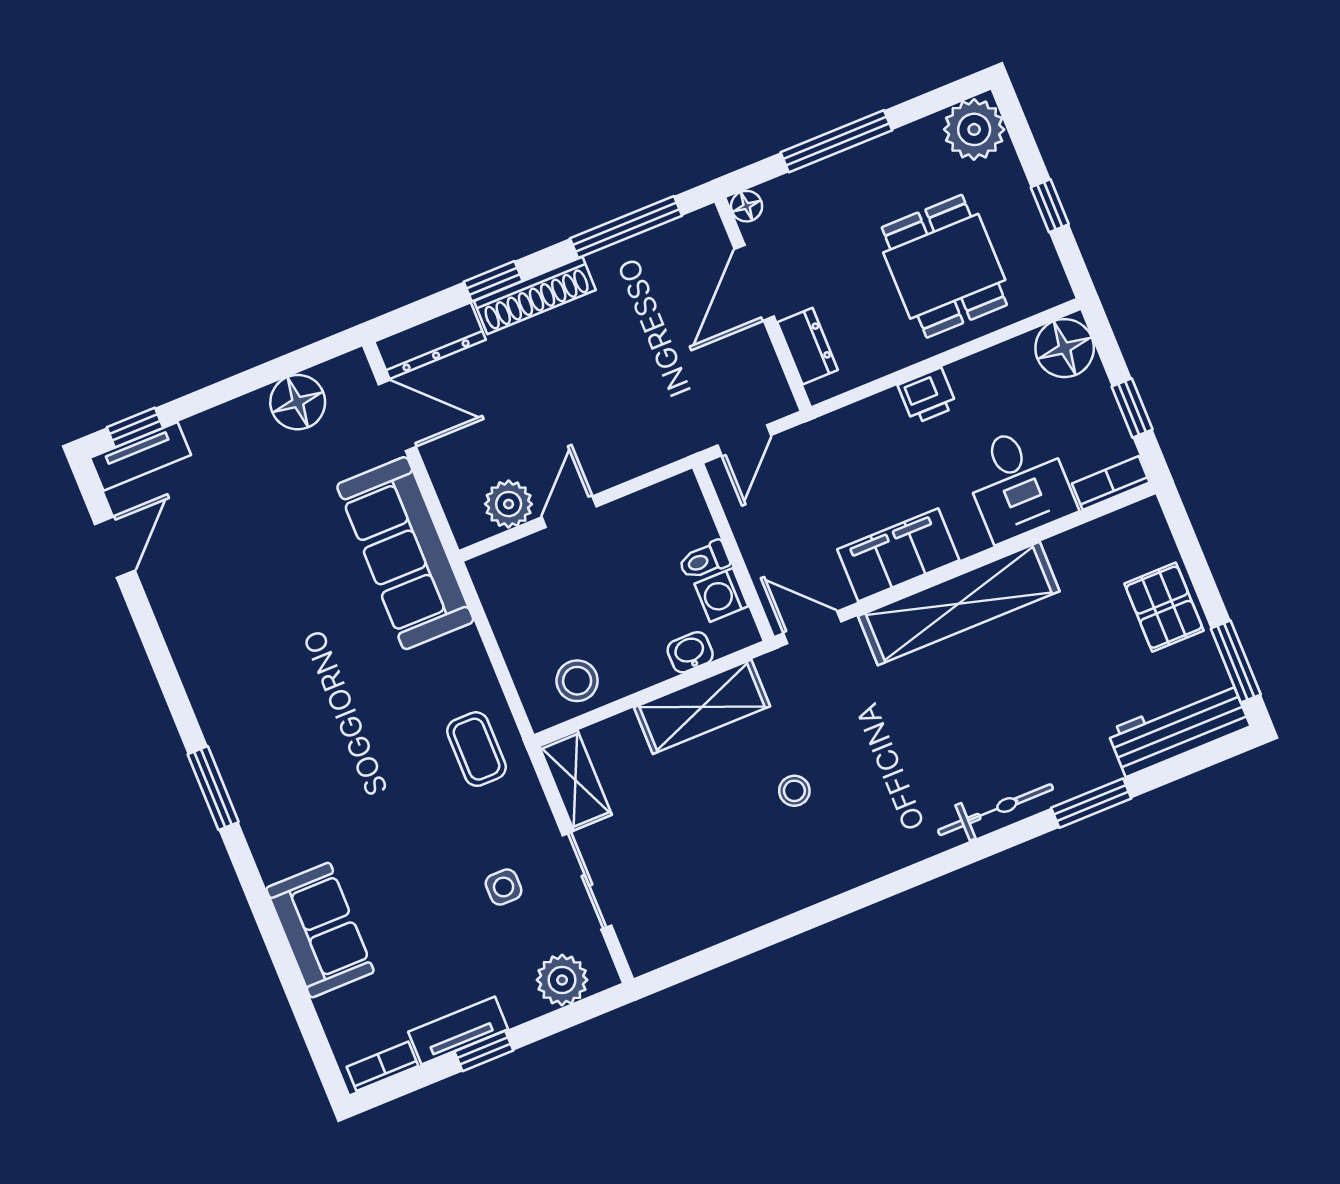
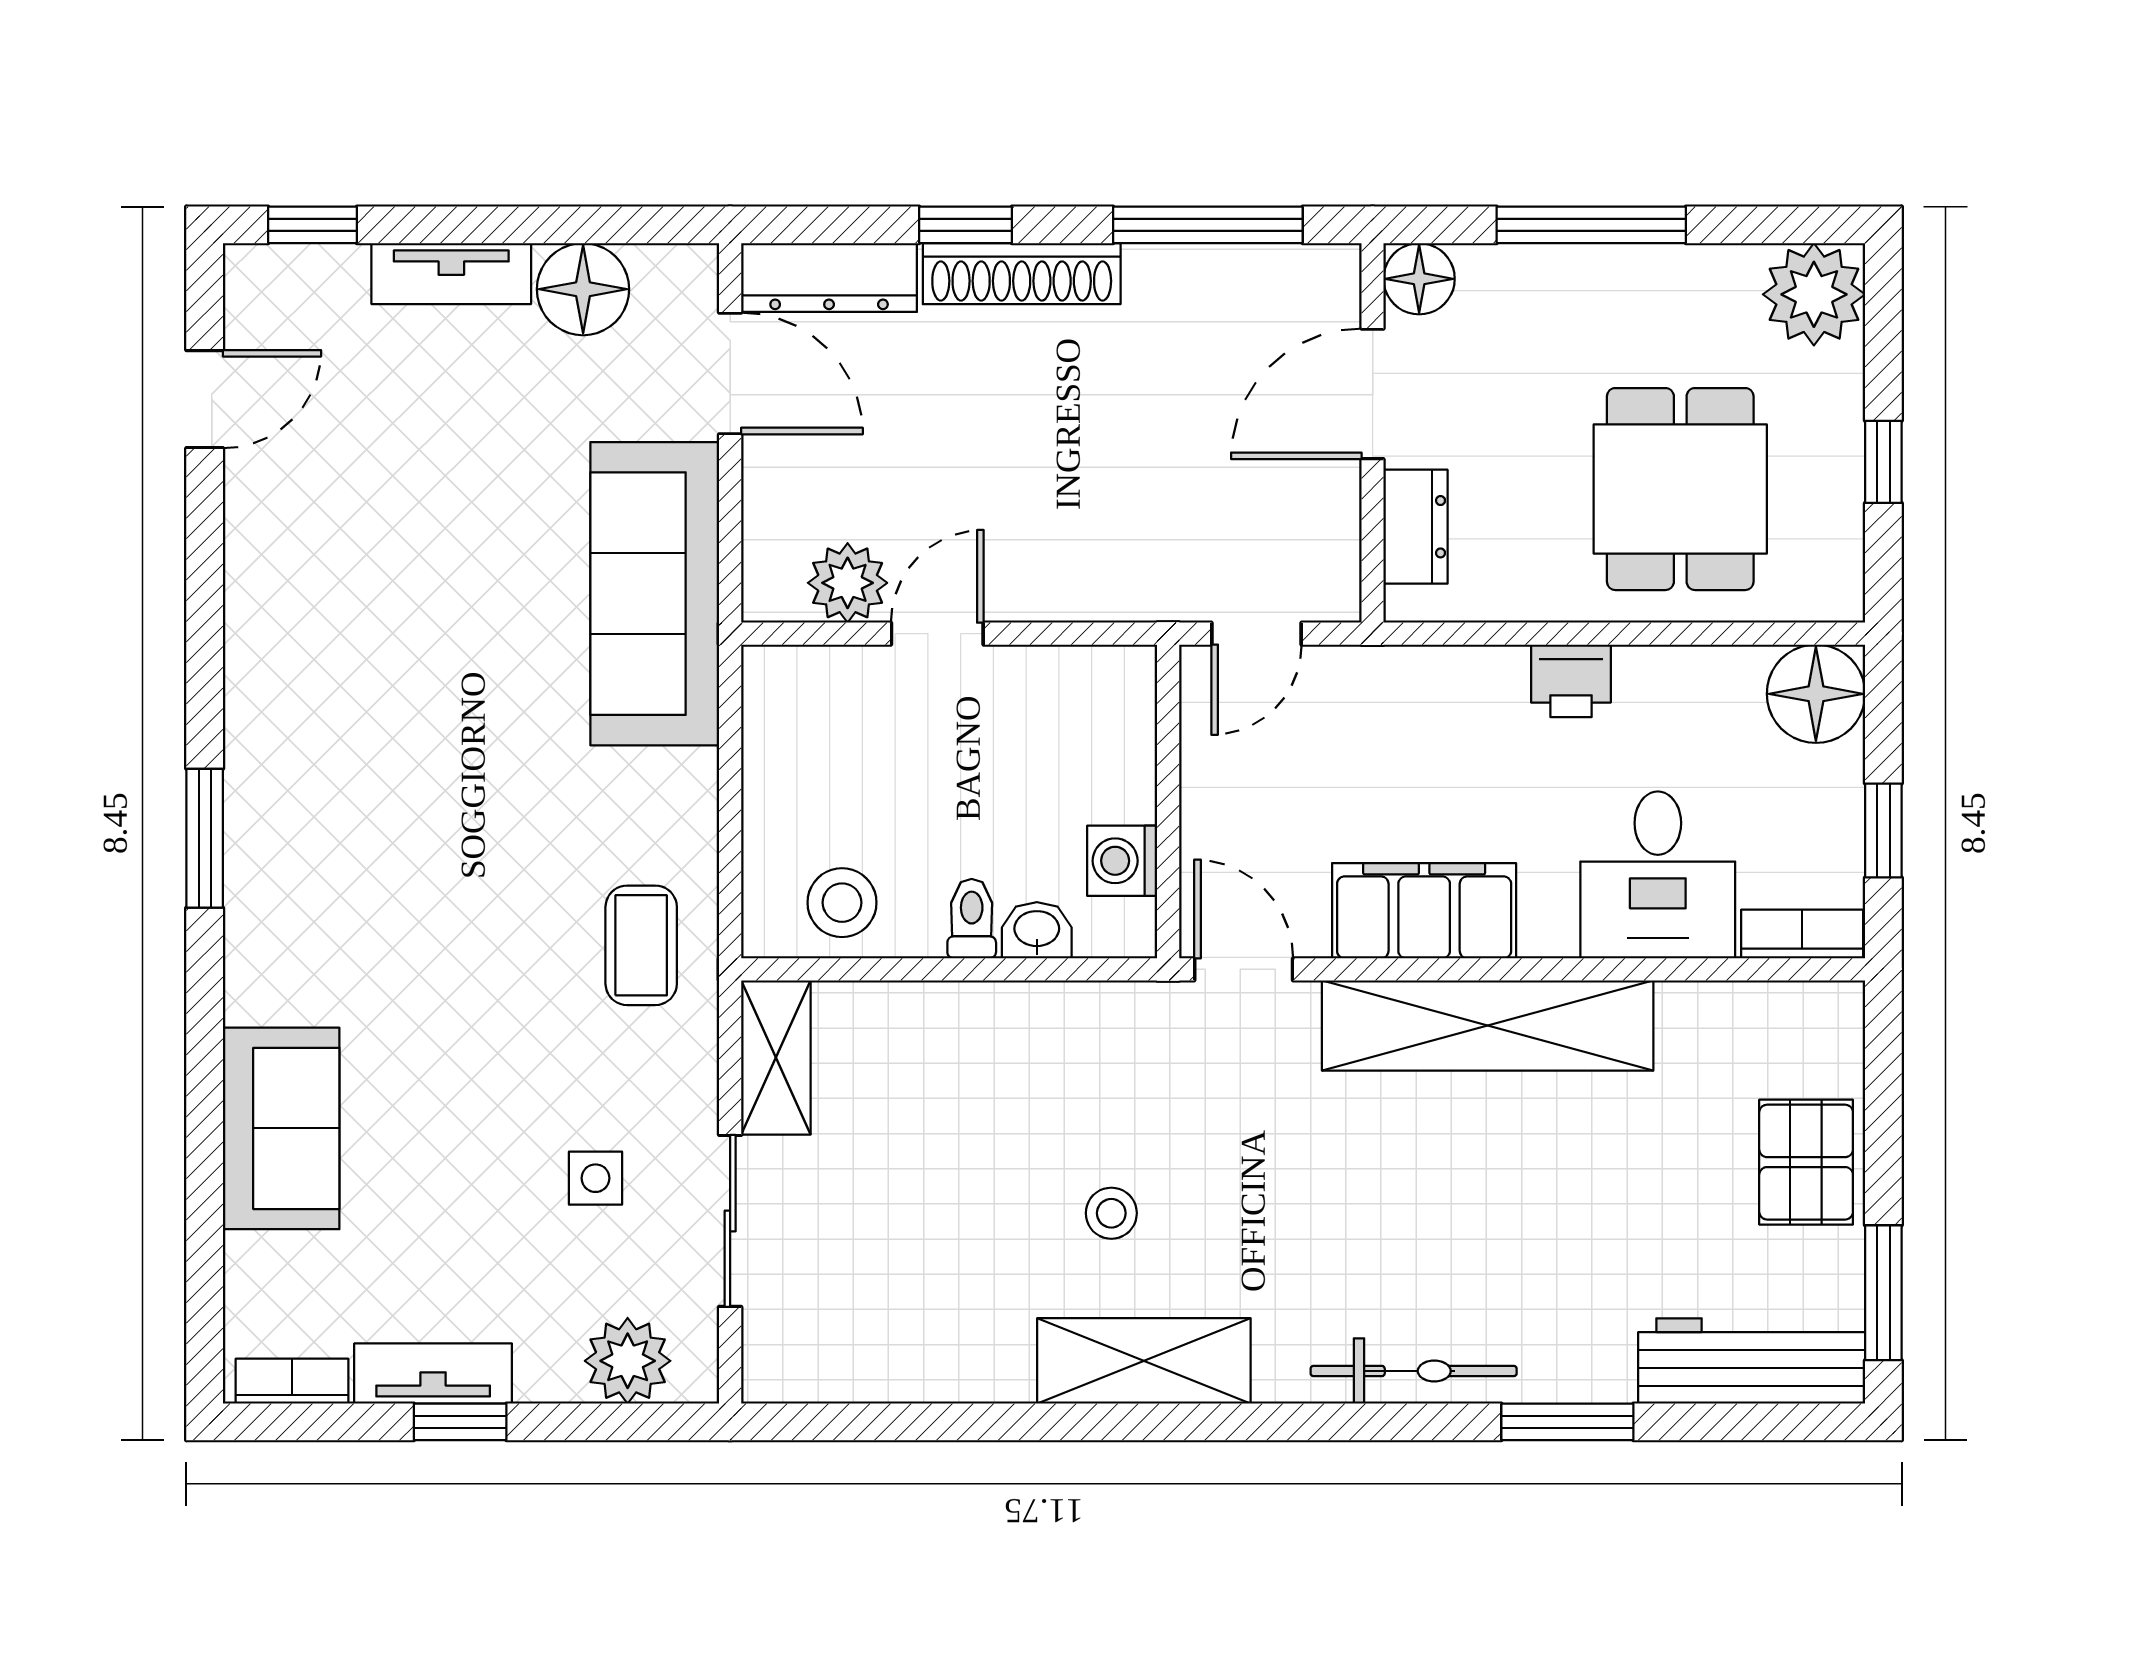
floor lamp: (747, 206) -> (1419, 279), width x1.37, depth x1.37
tv unit: (140, 456) -> (451, 274), moved
toilet: (704, 560) -> (972, 919), moved, turned 90
shelving: (702, 707) -> (1144, 1361), moved

